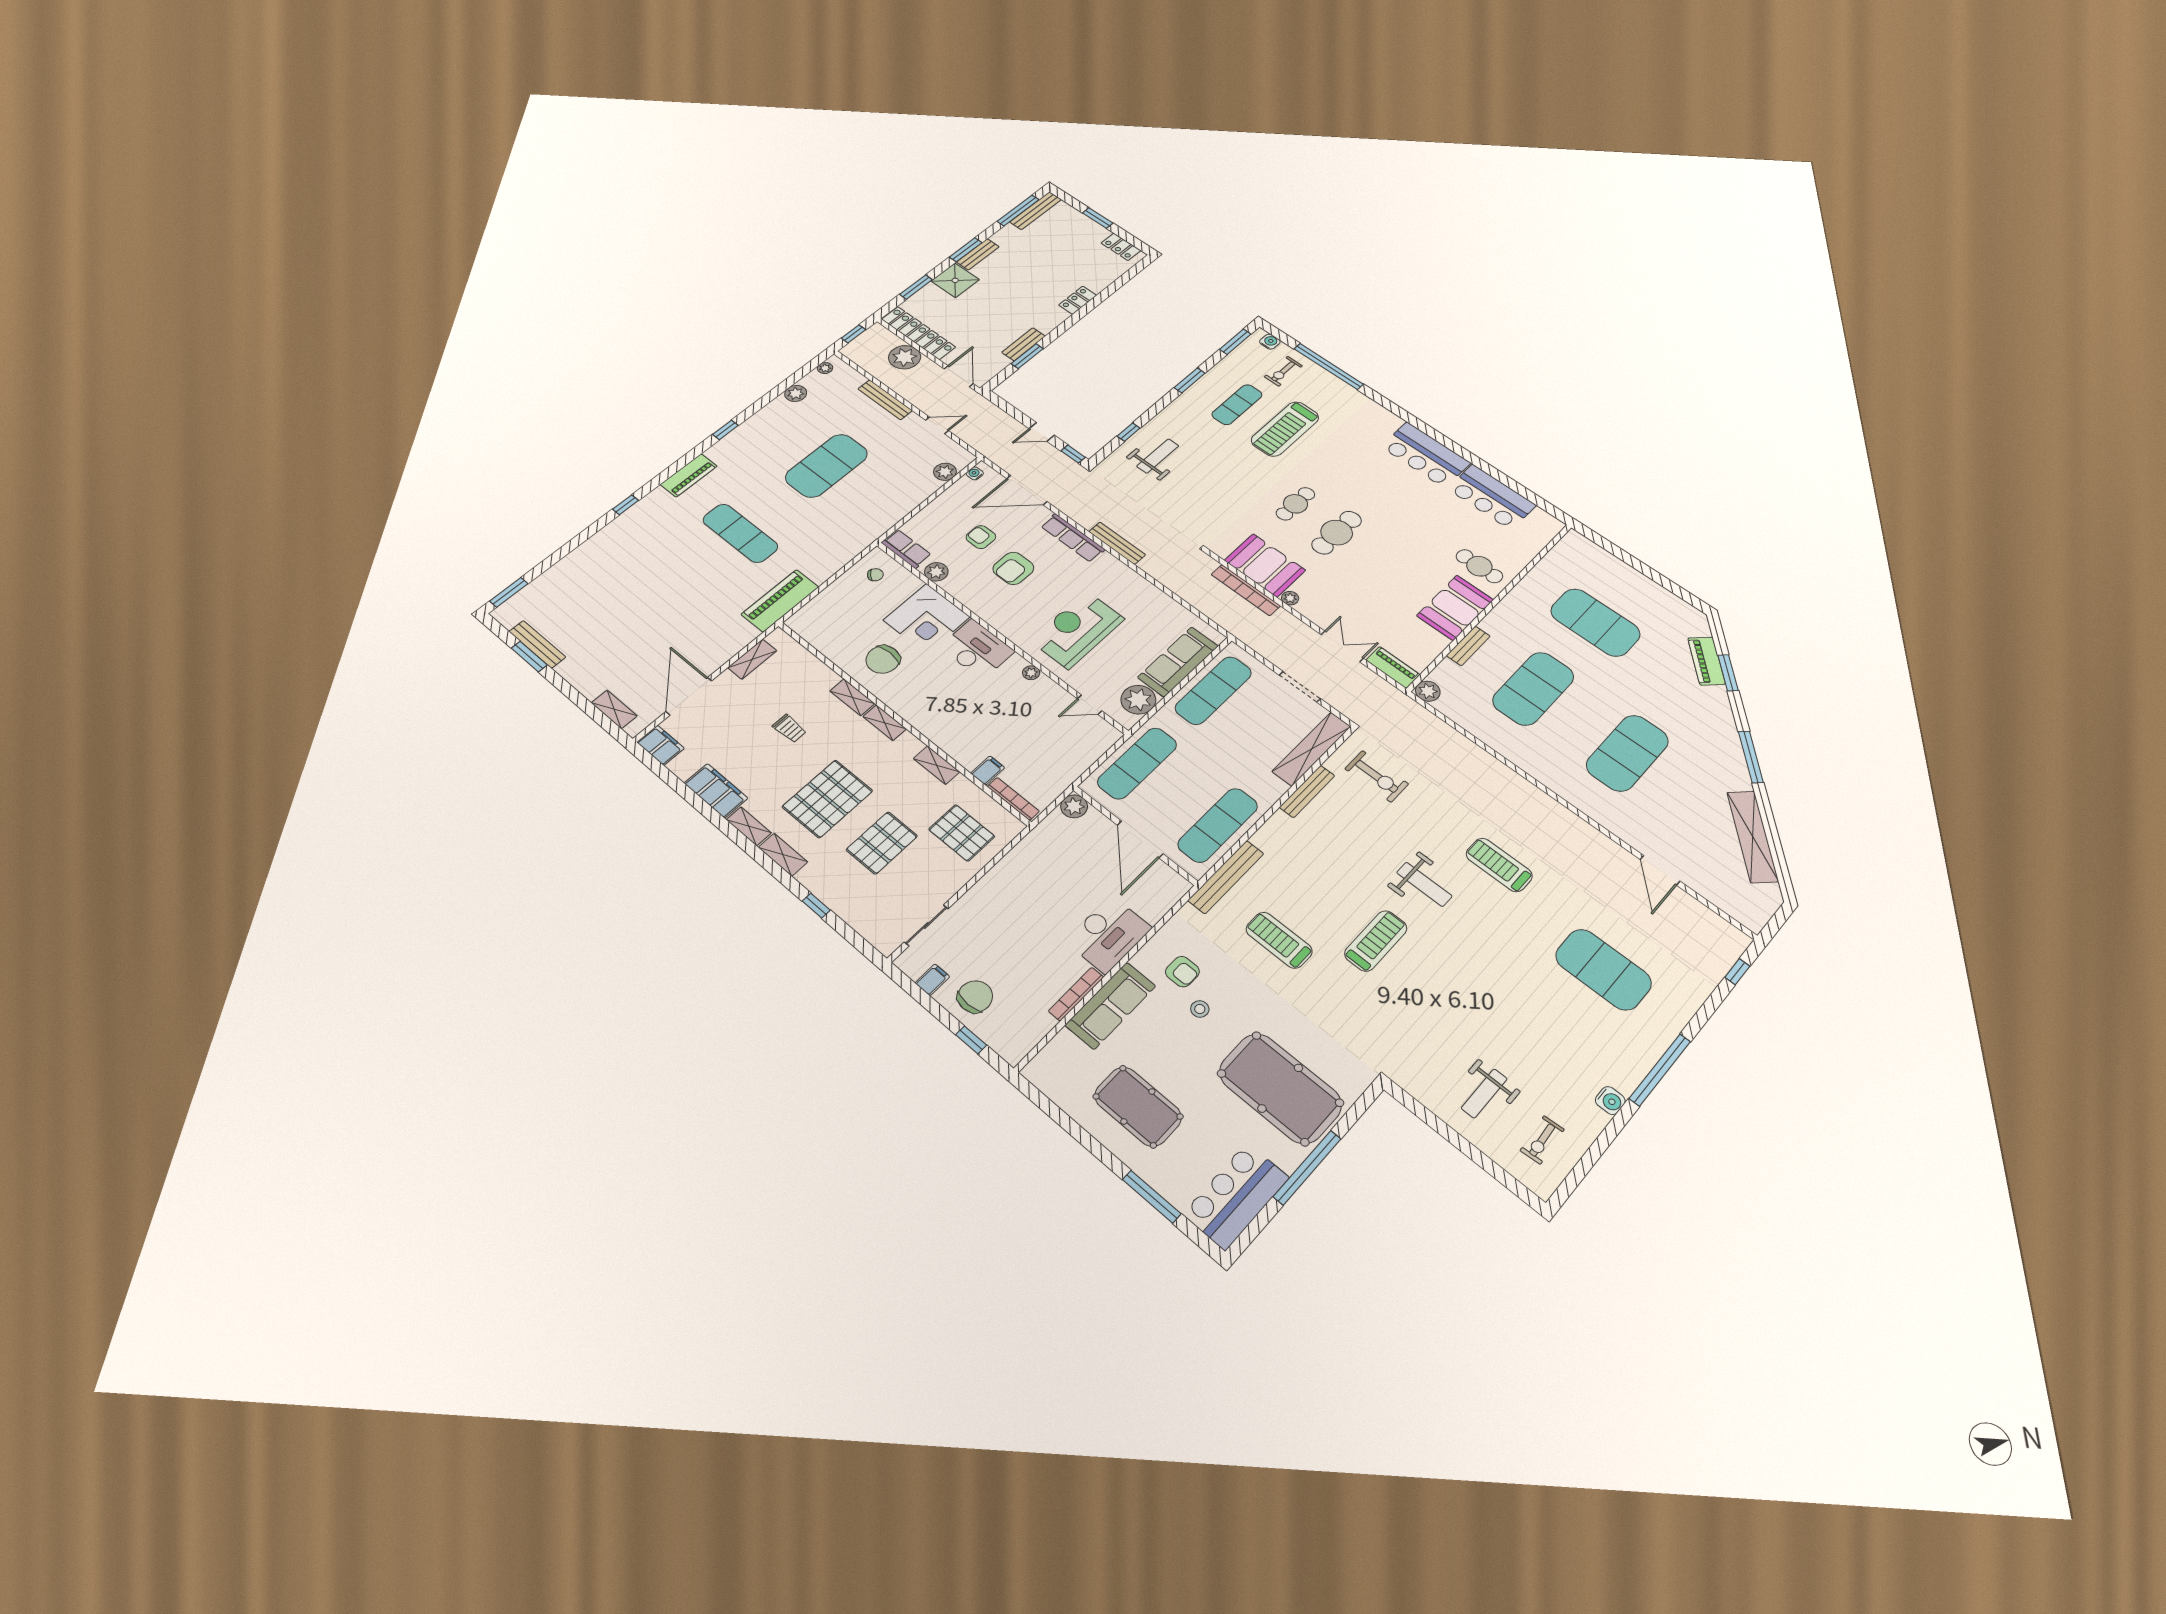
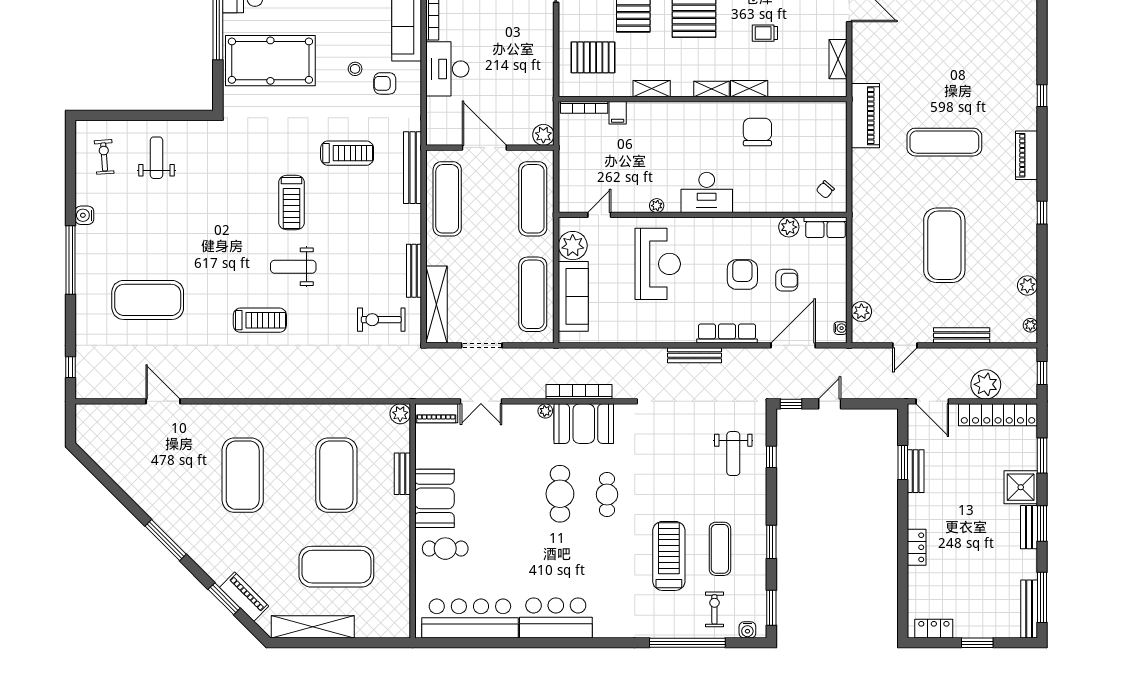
bar counter: (1492, 497) -> (470, 618), width x1.36
corner desk: (927, 619) -> (760, 186), removed
shelving: (1753, 837) -> (313, 627), moved, turned -45

